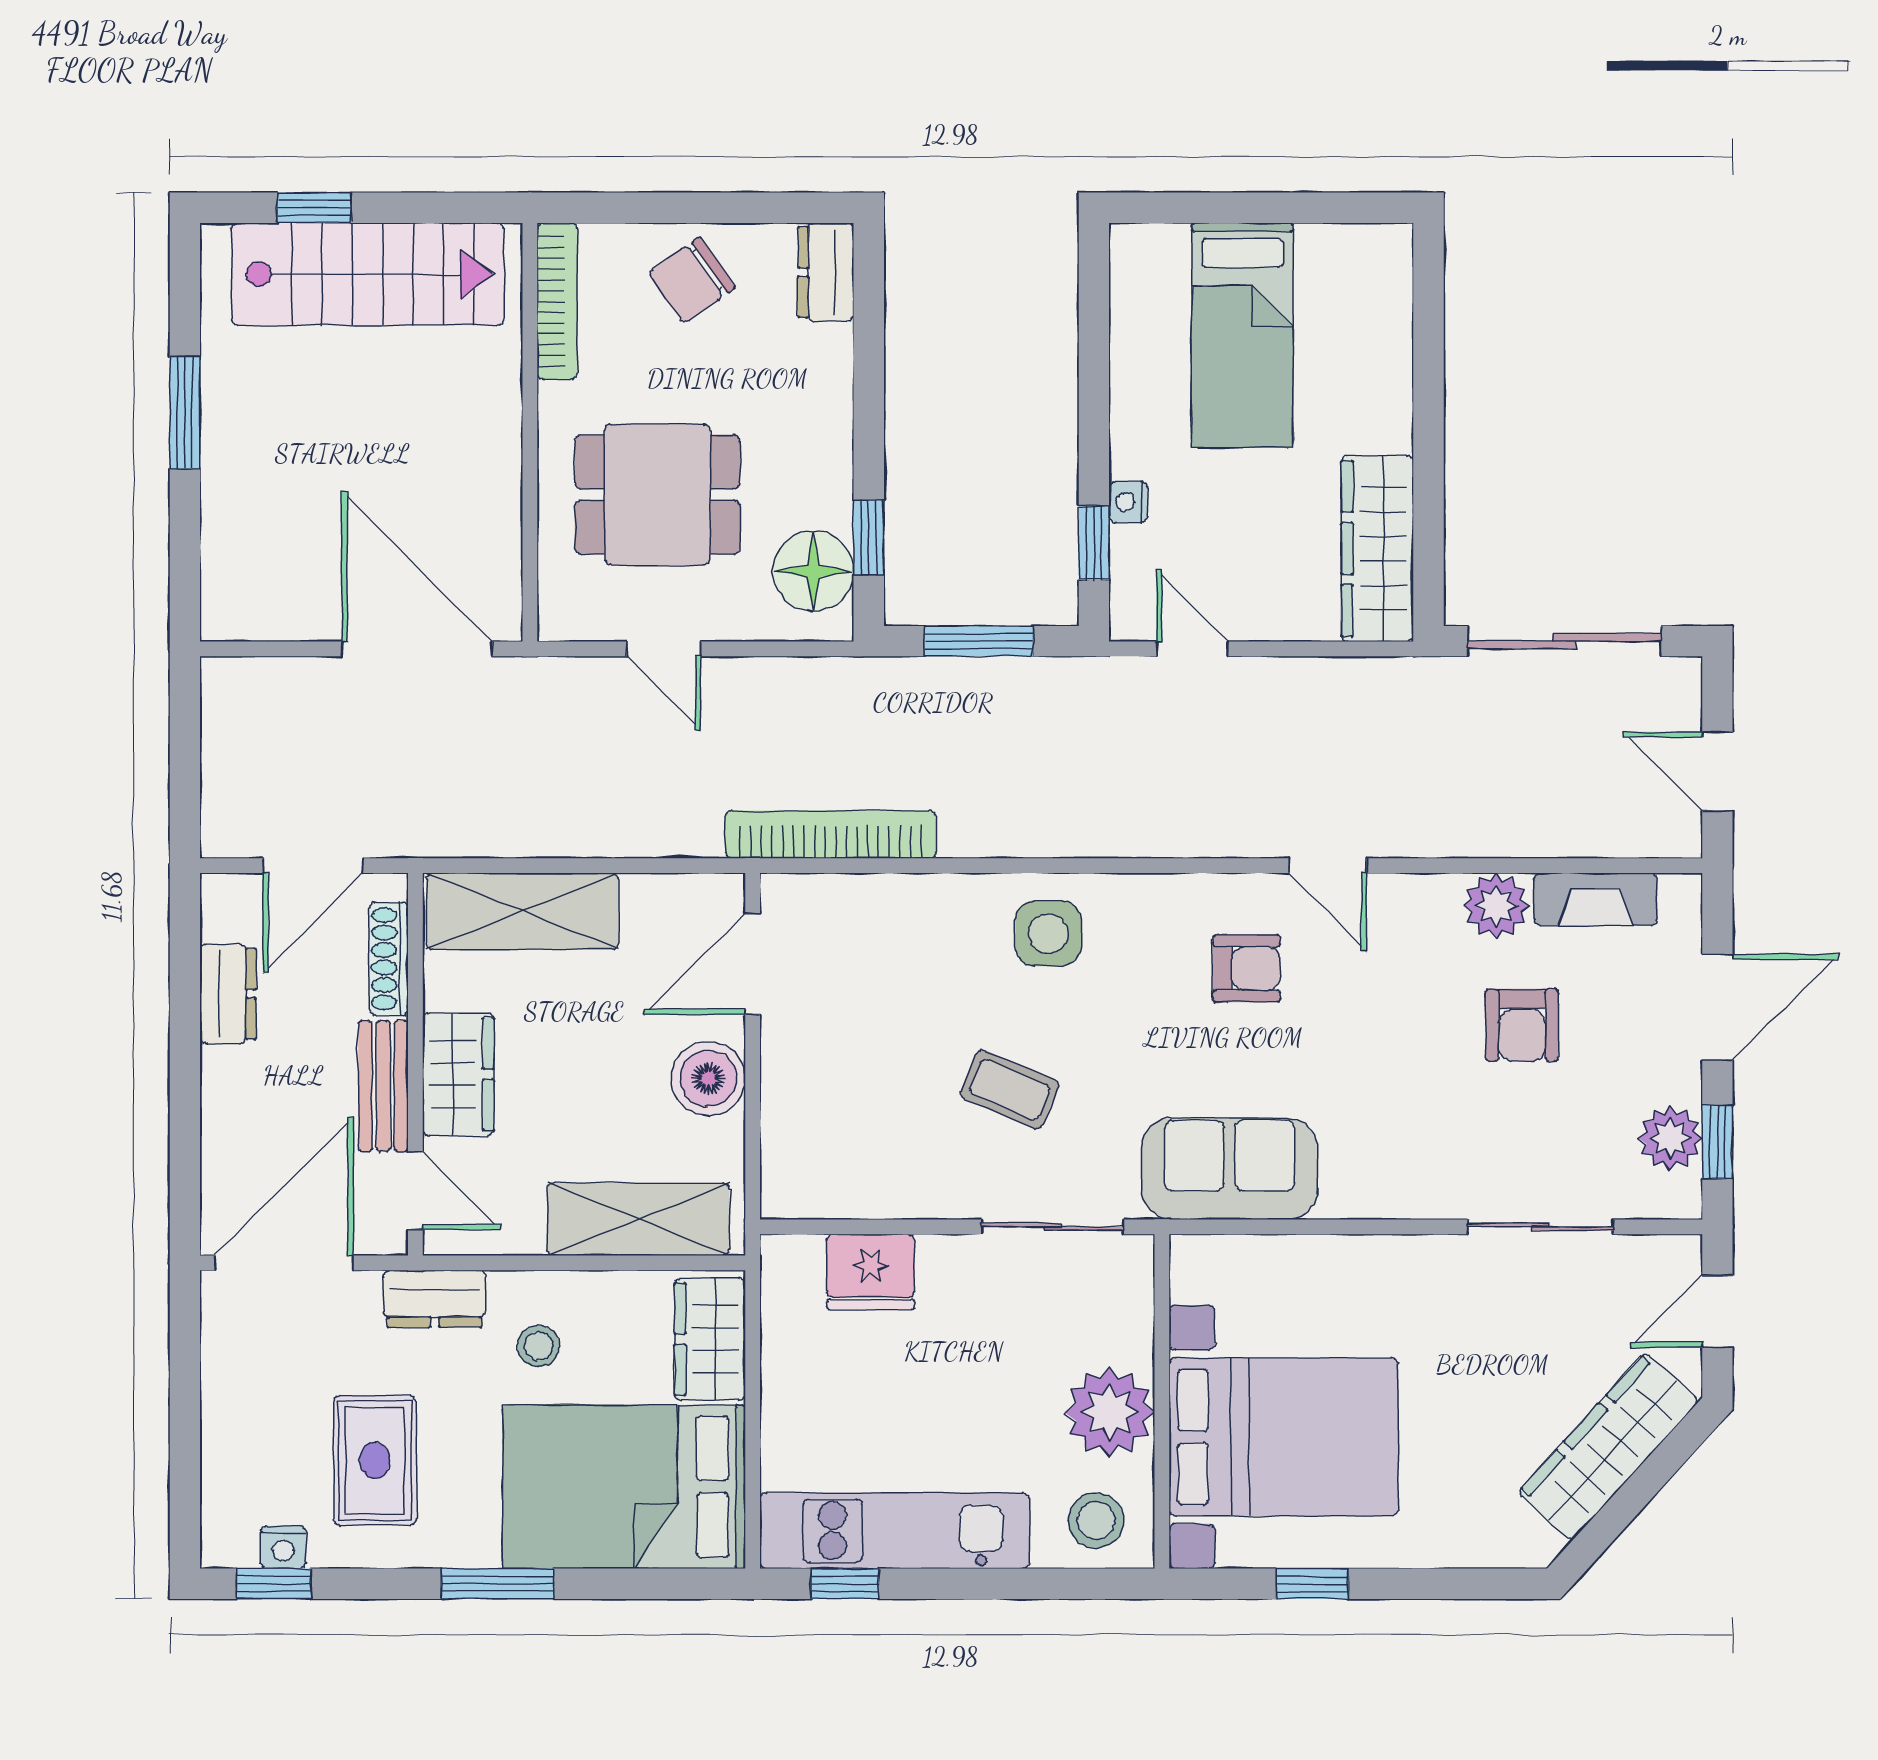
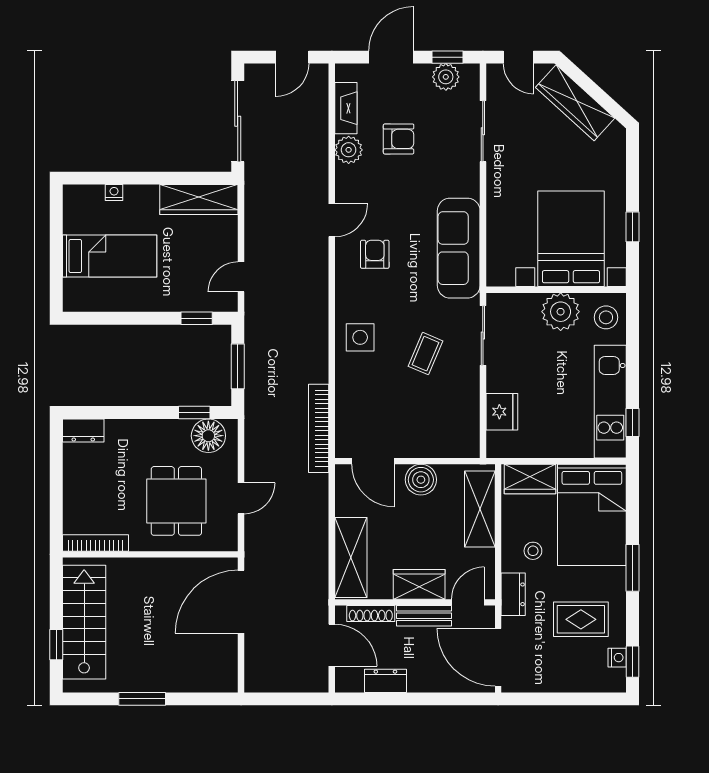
chair: (692, 280) -> (87, 487), removed
nightstand: (1128, 502) -> (114, 192), moved, turned 180
door: (1717, 1007) -> (391, 57), hinge flipped
sofa: (1230, 1169) -> (459, 248), width x1.36

